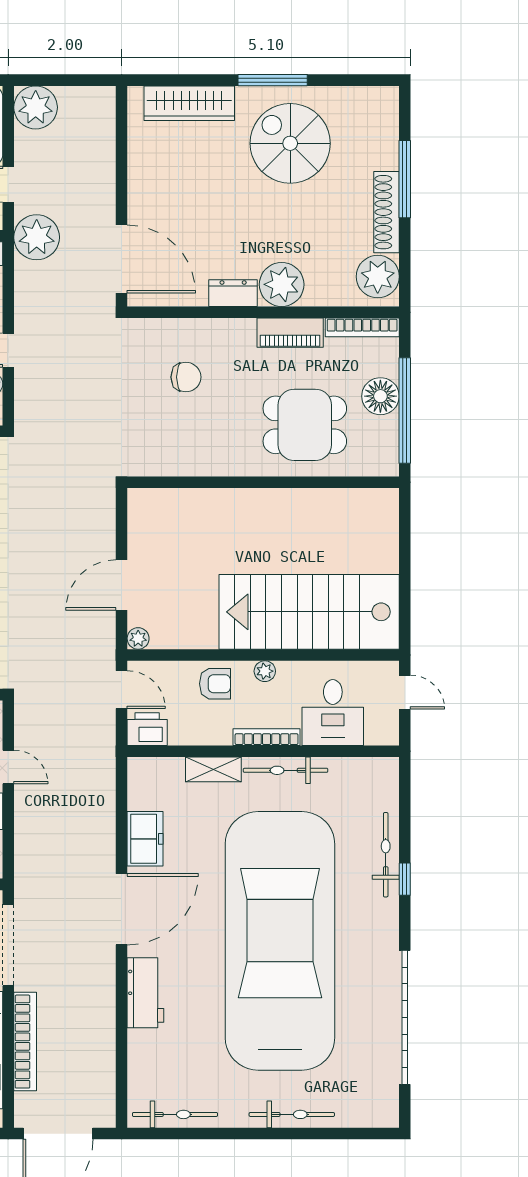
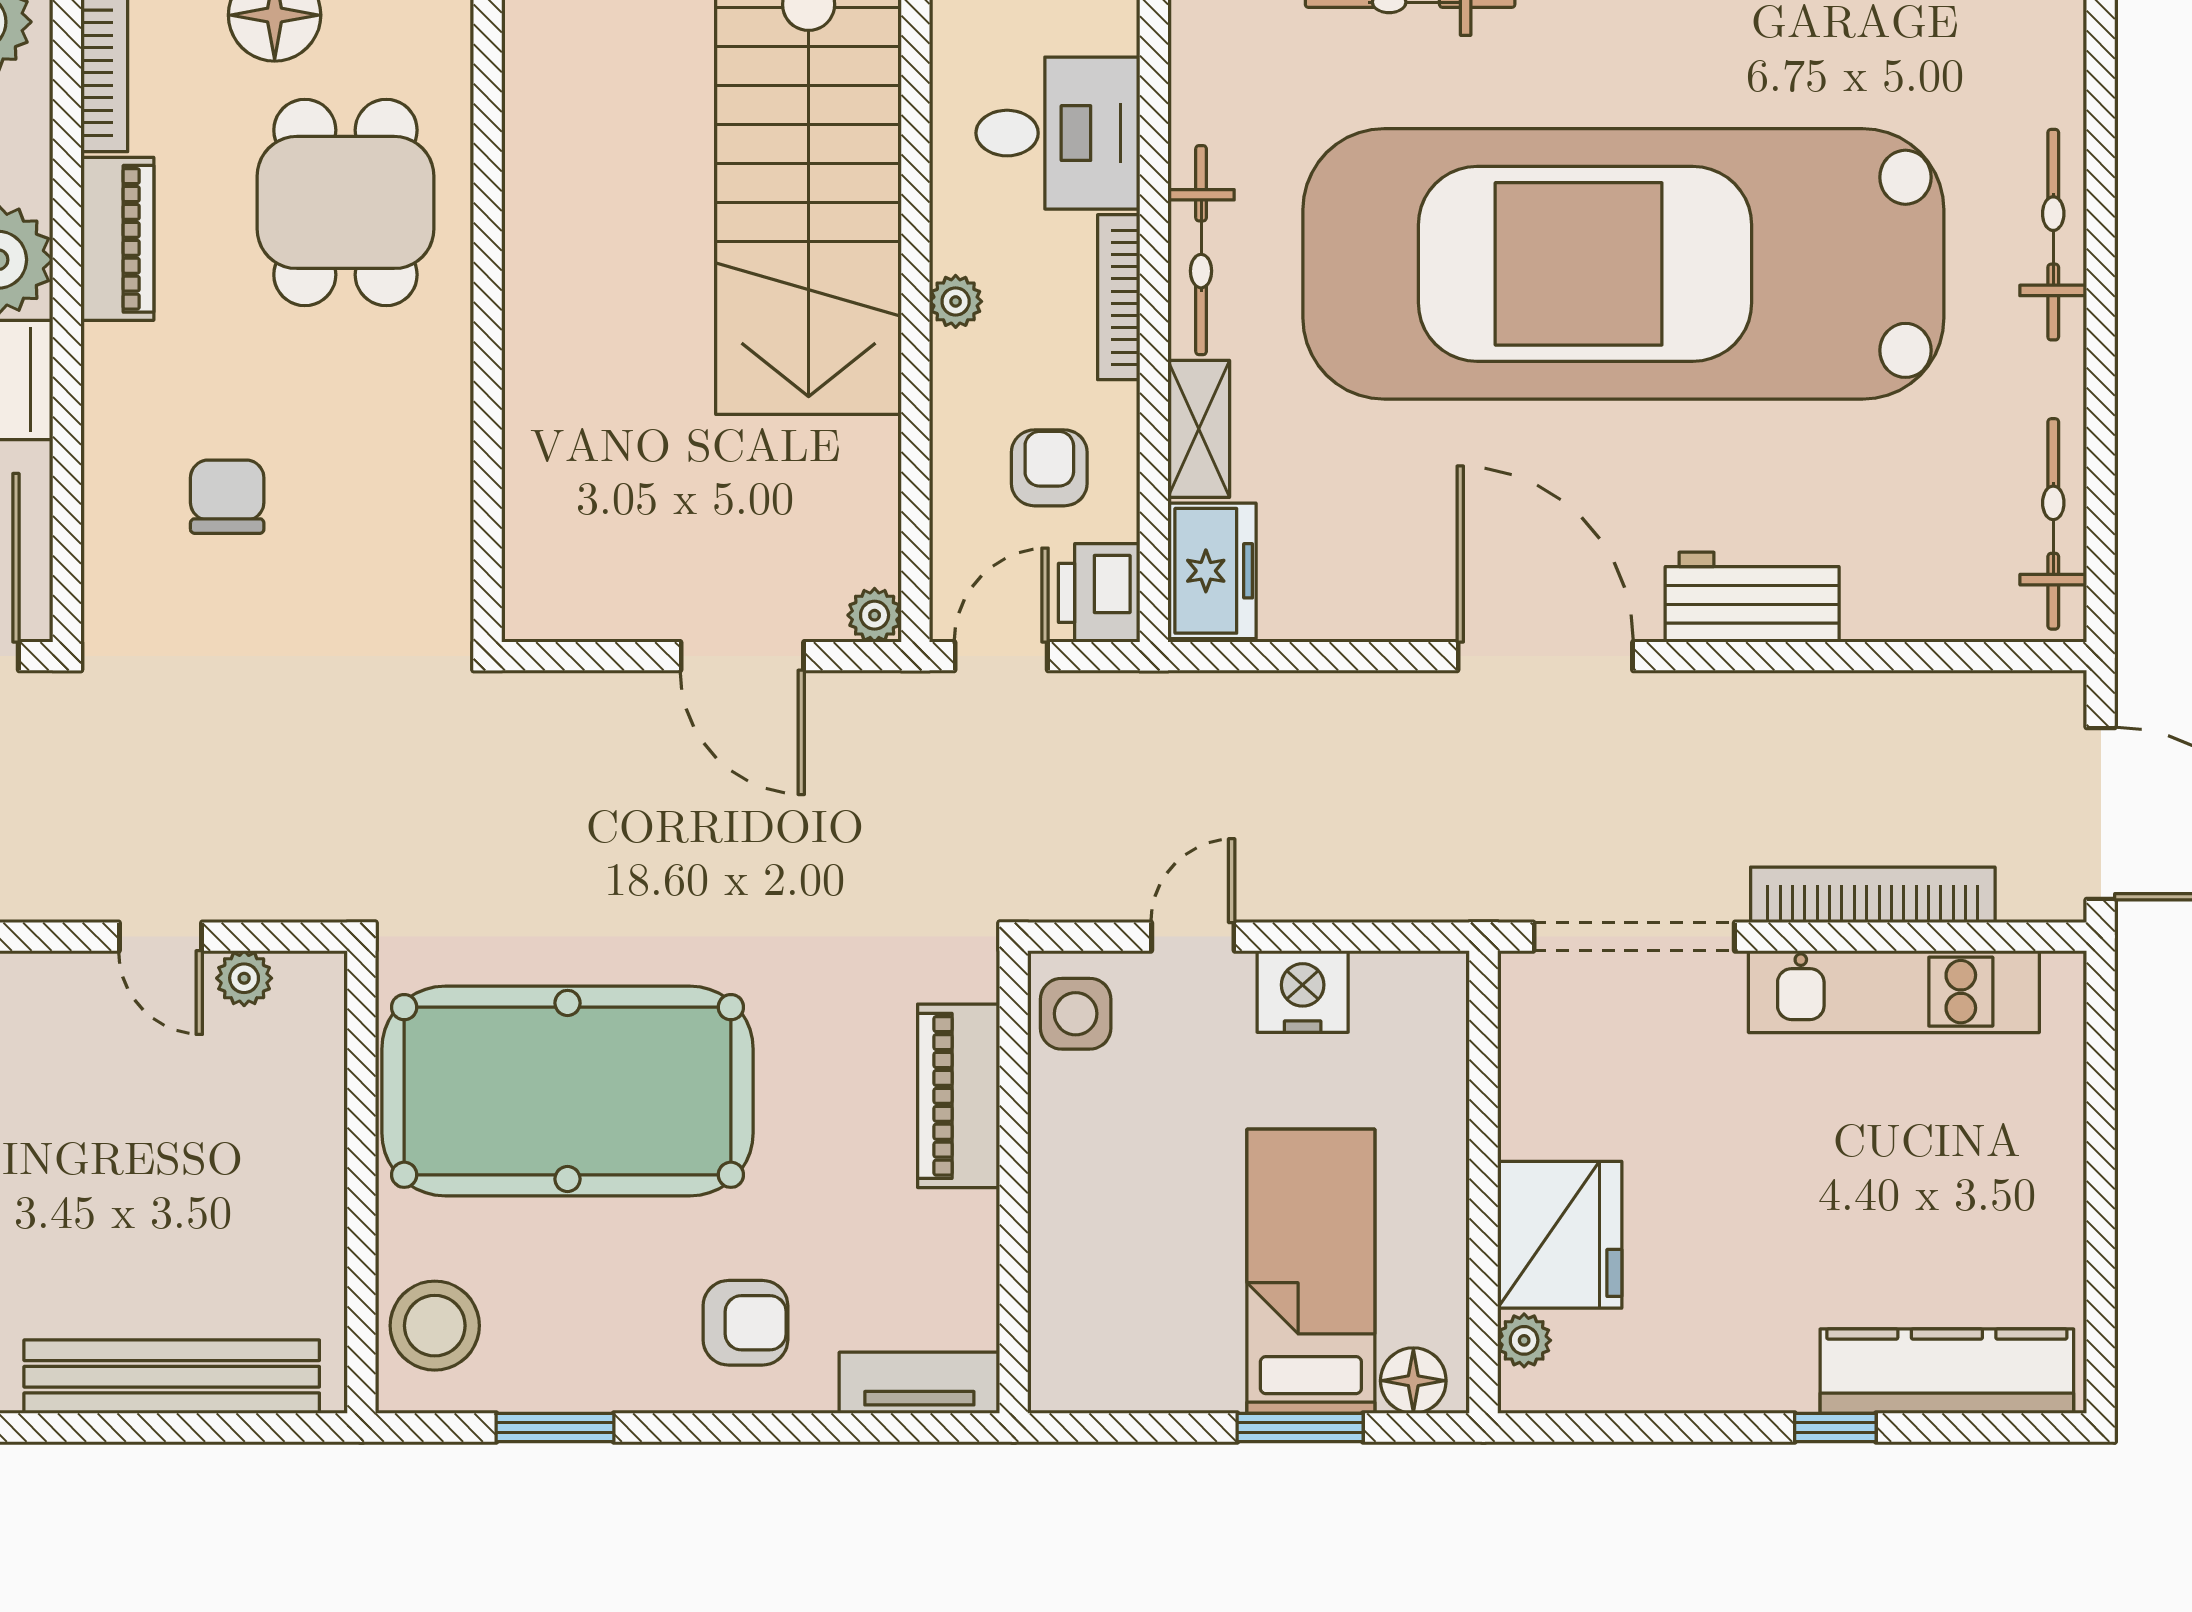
armchair: (215, 684) -> (1049, 468), moved
freezer: (145, 839) -> (1212, 571), moved, turned 90

